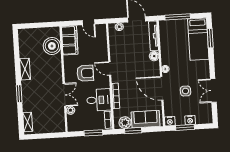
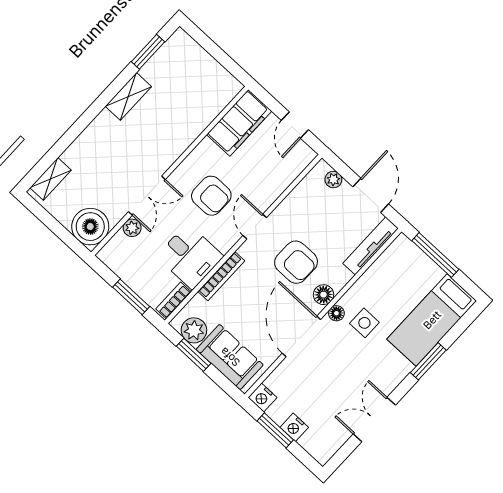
window: (210, 38) -> (428, 361), moved
boiler: (52, 46) -> (90, 227), moved
floor lamp: (154, 56) -> (323, 295), moved
armchair: (135, 66) -> (296, 262), added
side table: (186, 91) -> (364, 323), moved
window: (19, 94) -> (148, 52), moved

